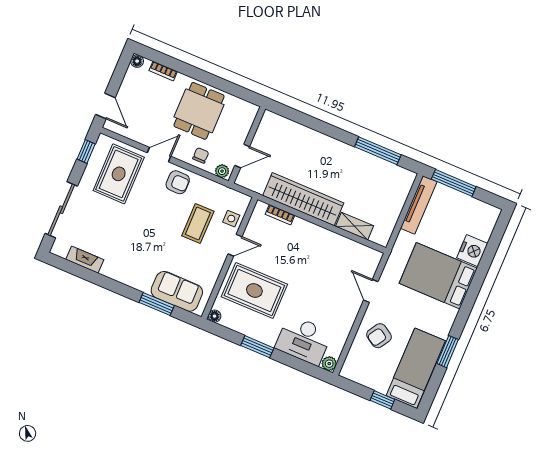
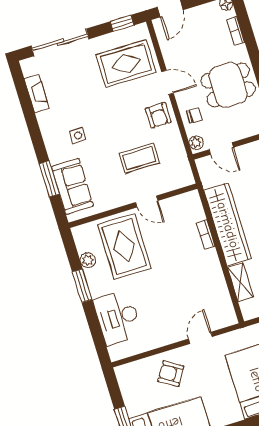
bookcase: (280, 215) -> (206, 234), moved
side table: (231, 219) -> (78, 136), moved
floor lamp: (215, 316) -> (78, 232), removed
plant: (329, 364) -> (88, 260), moved

